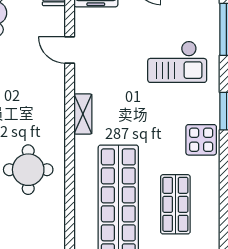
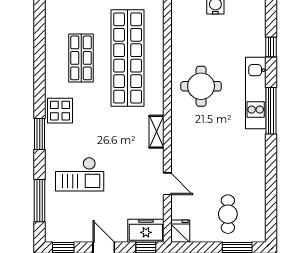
checkout: (177, 62) -> (80, 174), turned 180

